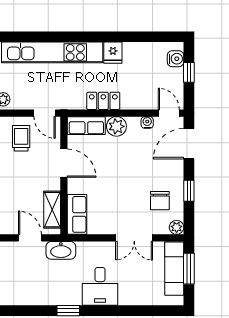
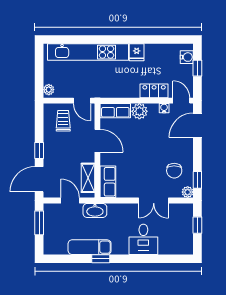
locker: (103, 101) -> (154, 91), moved
window: (189, 191) -> (197, 180), moved
exam couch: (174, 269) -> (90, 247), moved, turned 90
window: (189, 269) -> (197, 225), width x0.67
desk: (100, 286) -> (143, 239), moved

